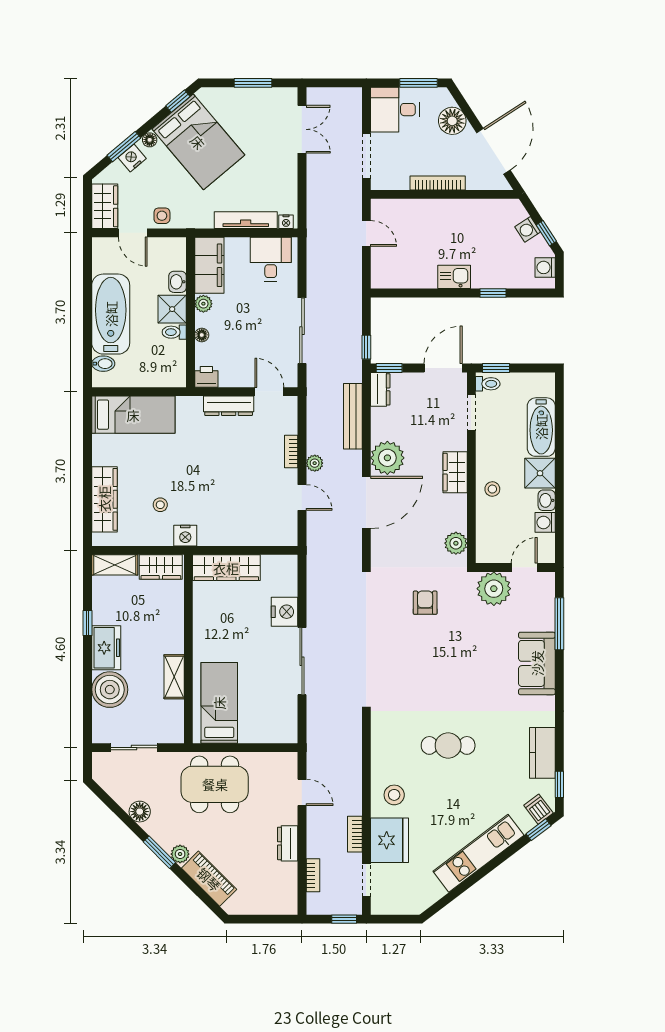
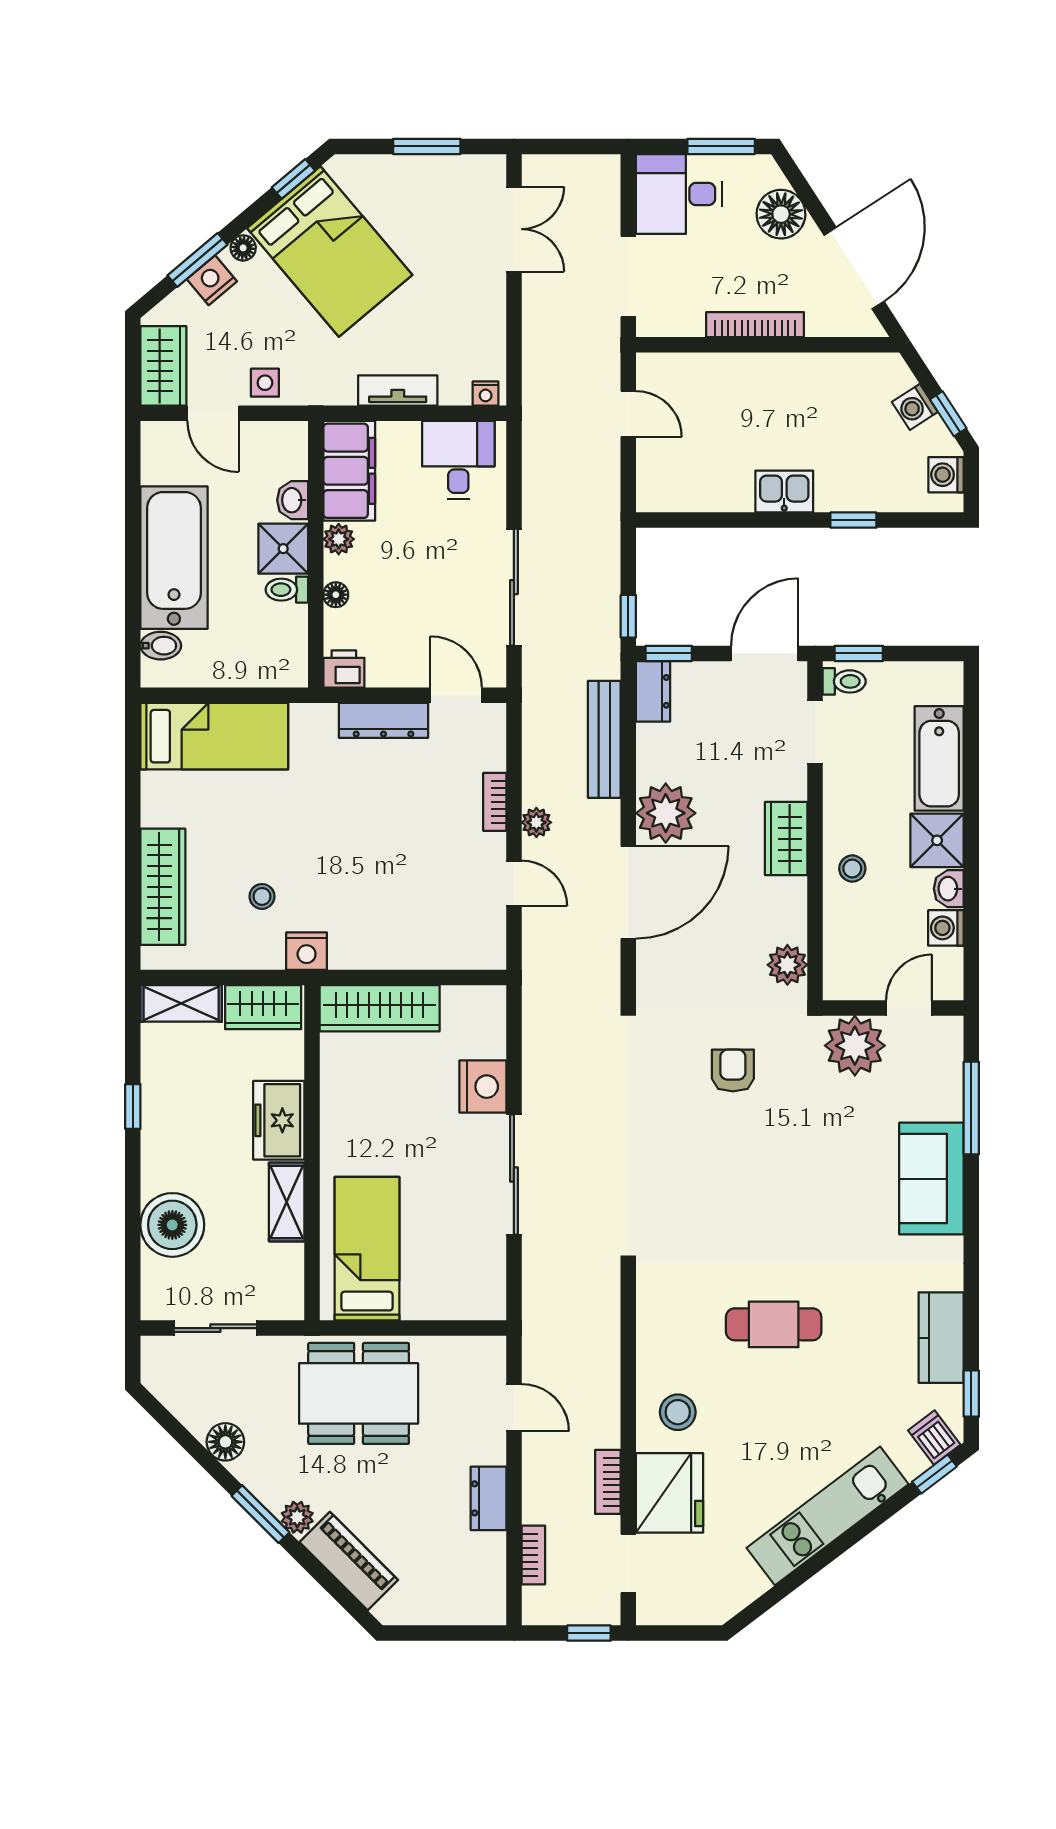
tv unit: (246, 220) -> (398, 391), width x0.71
freezer: (106, 648) -> (279, 1120), moved, turned 180

